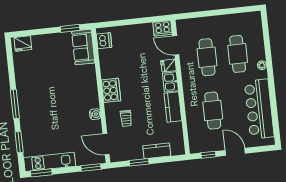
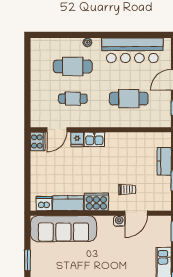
window: (70, 28) -> (27, 260), moved
sofa: (83, 47) -> (63, 229), width x1.85, depth x1.27
cafe table: (207, 57) -> (73, 99), width x0.73, depth x0.74
kitchen counter: (173, 107) -> (68, 203), moved, turned 180
door: (106, 144) -> (136, 213), moved

